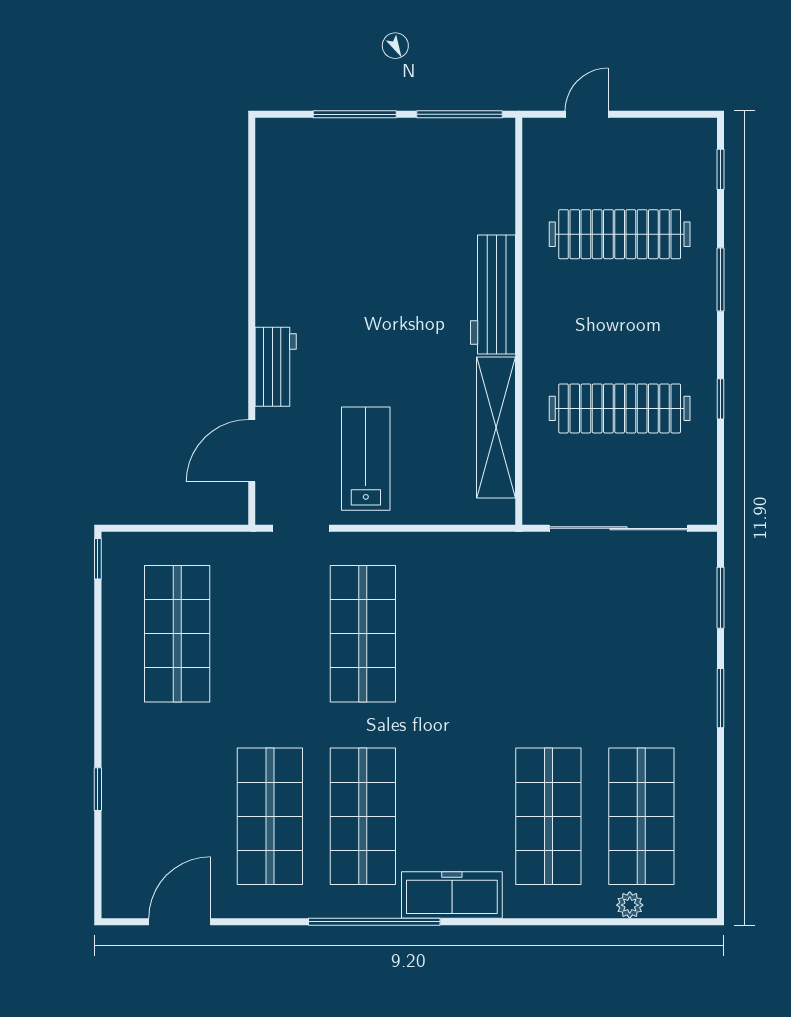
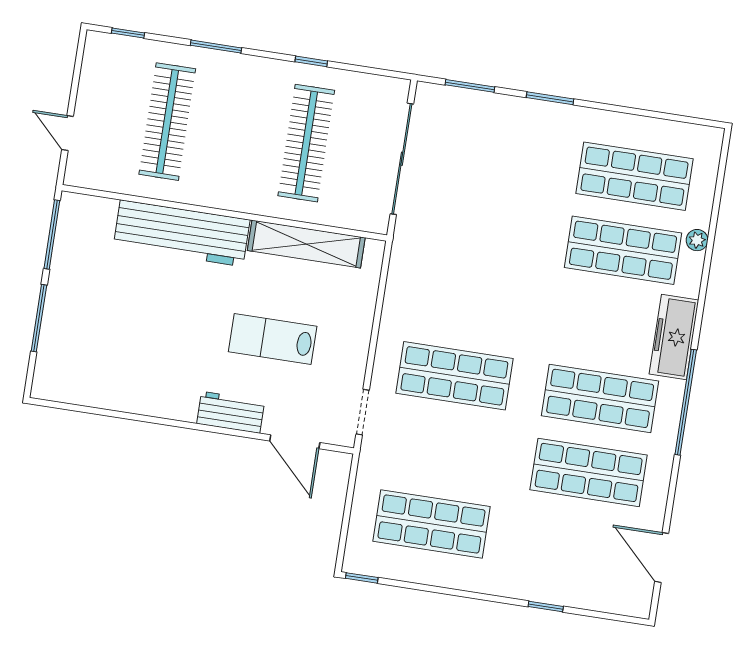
workbench: (493, 294) -> (182, 233), width x1.36, depth x1.32
lab bench: (366, 459) -> (273, 339), moved
plant: (630, 905) -> (697, 240), moved

